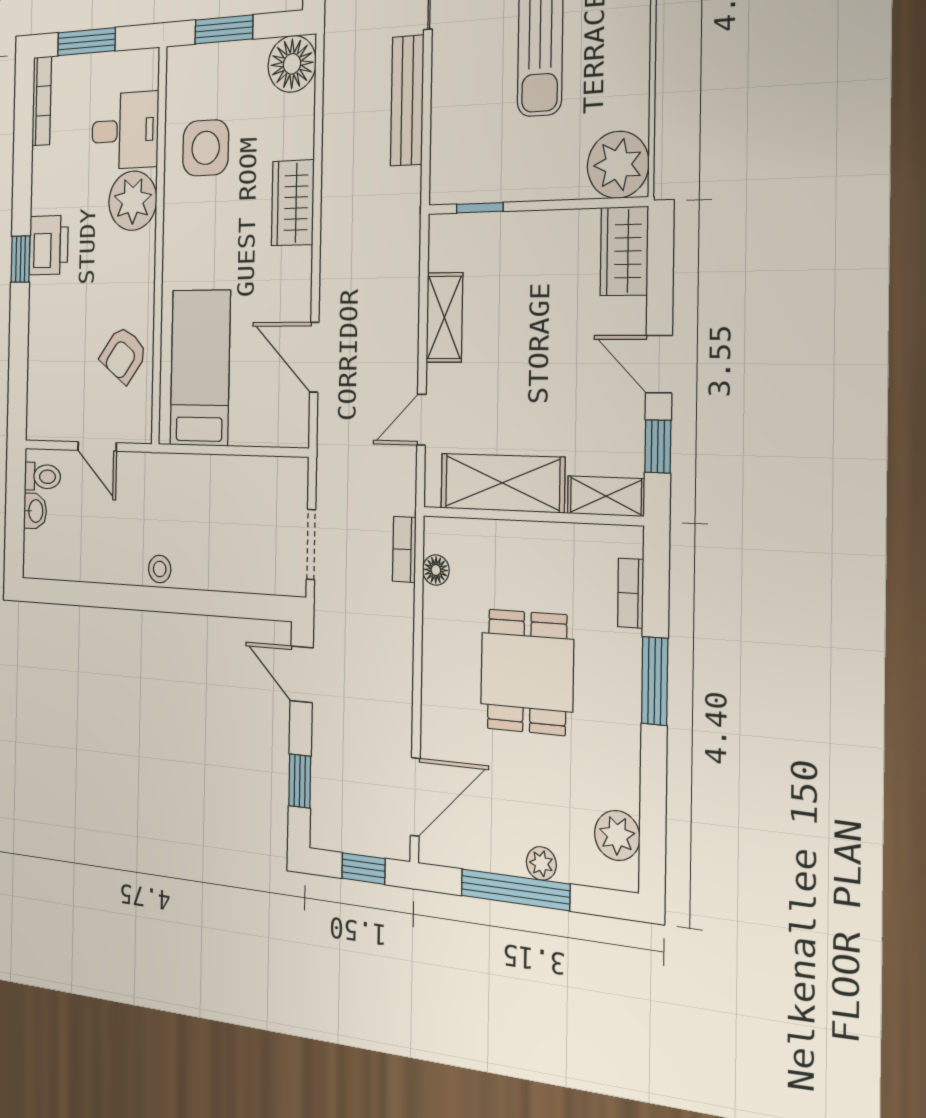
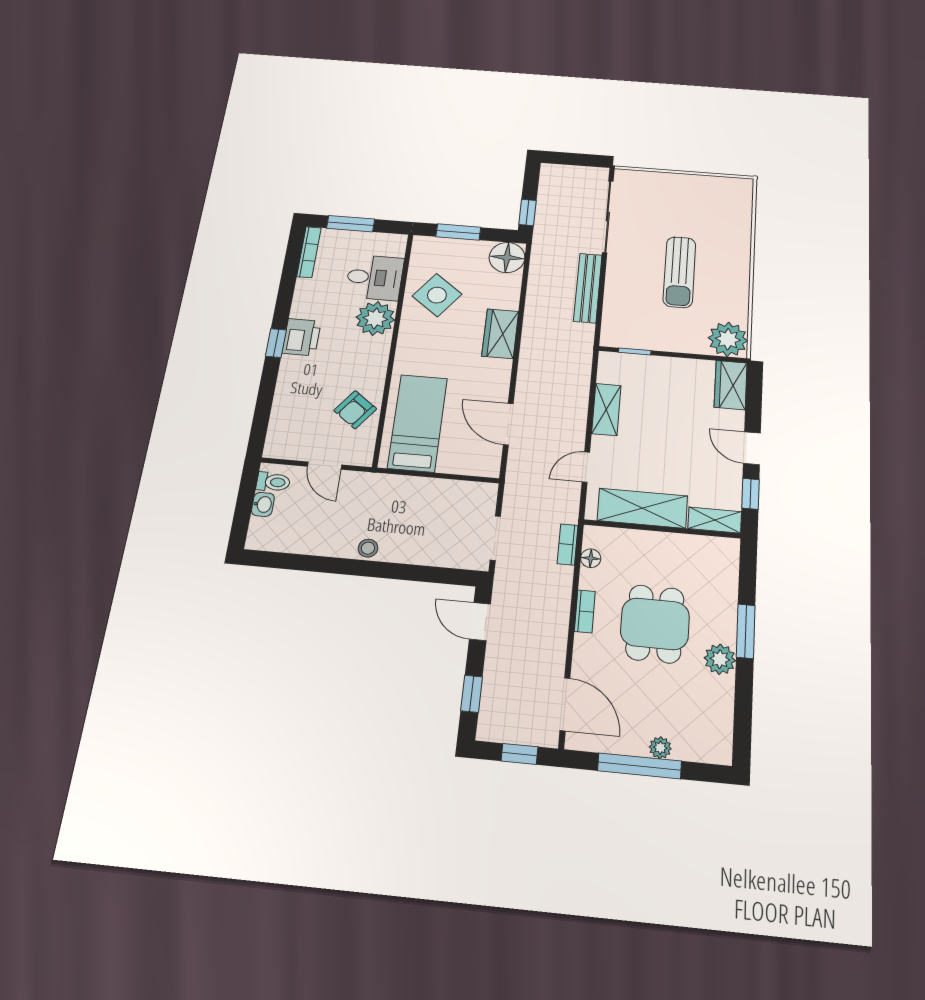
side table: (206, 148) -> (437, 295), turned 37
bookcase: (631, 593) -> (585, 611), moved, turned 180
door: (415, 797) -> (565, 704), hinge flipped
plant: (617, 836) -> (720, 659), moved

